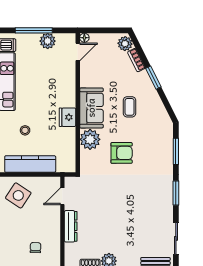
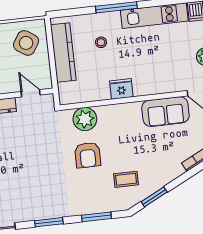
window: (153, 78) -> (154, 197), moved
coffee table: (130, 107) -> (126, 179), moved
sofa: (91, 108) -> (165, 112), moved
plant: (90, 139) -> (85, 119), moved

